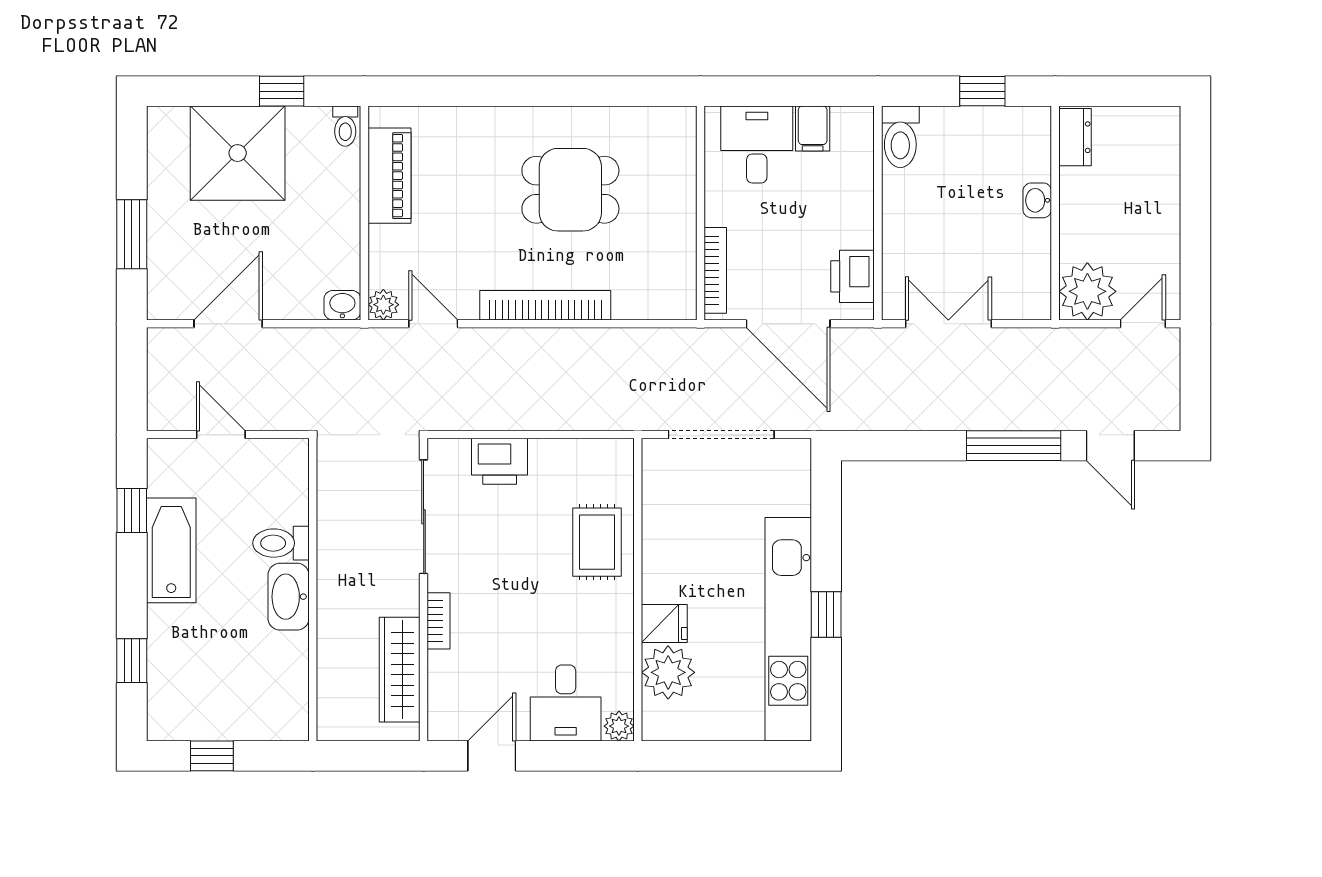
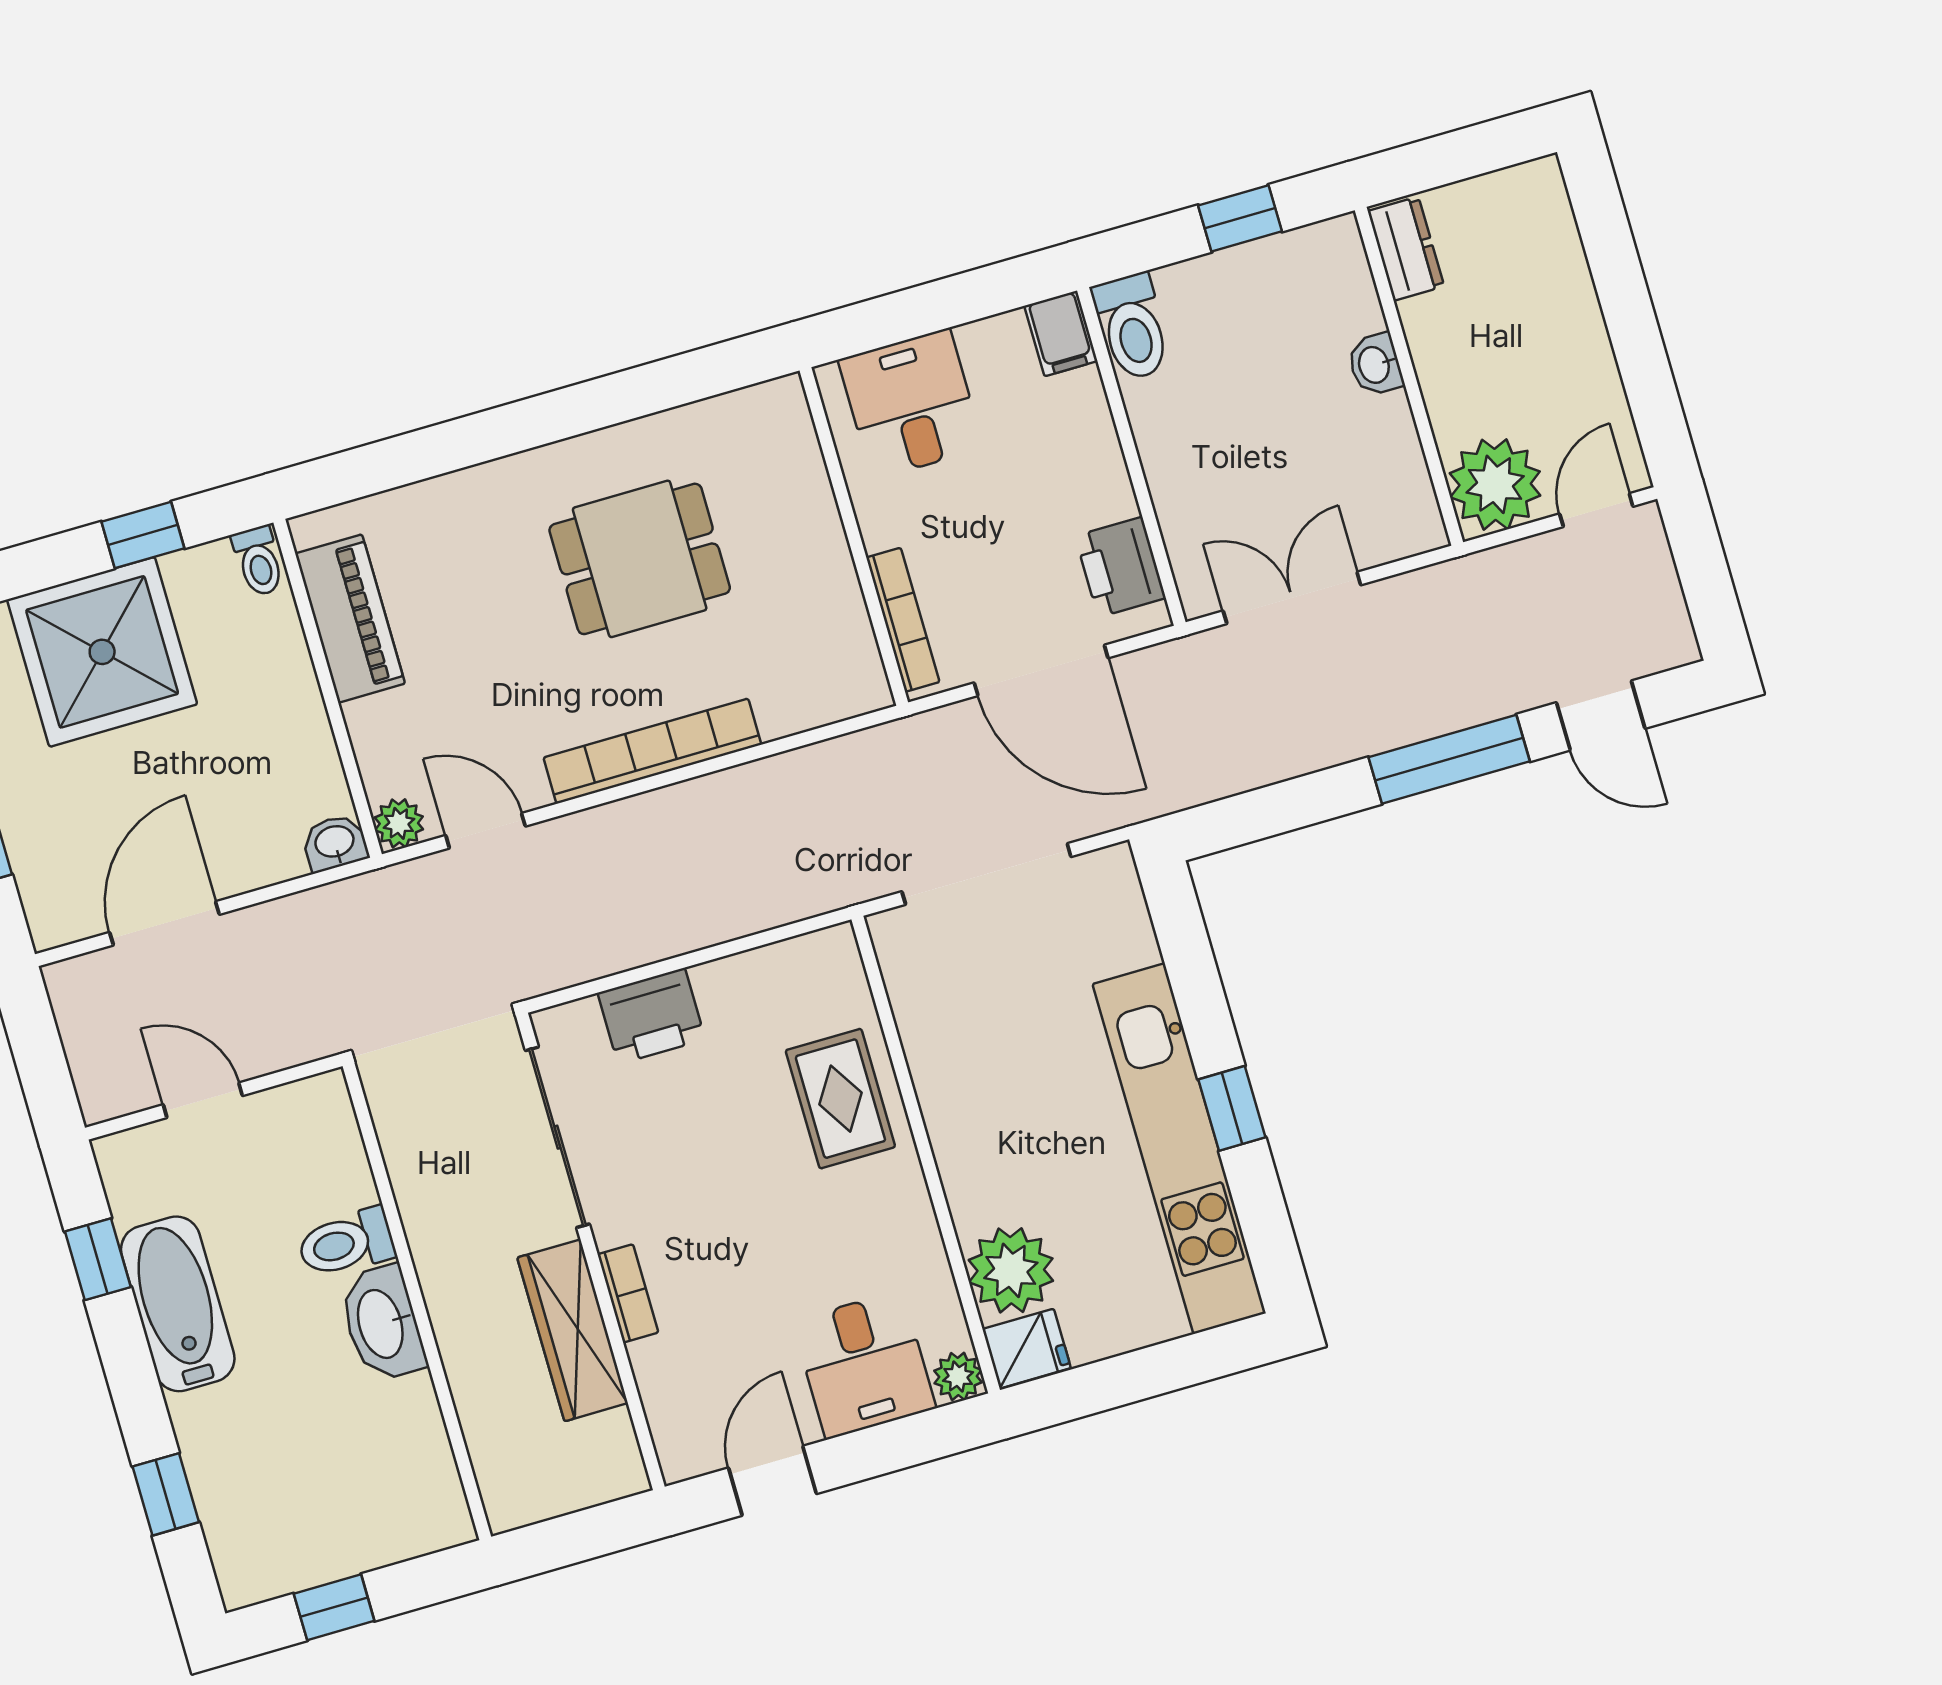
filing cabinet: (813, 128) -> (1061, 333), moved
fridge: (664, 624) -> (1027, 1349), moved
wardrobe: (400, 670) -> (573, 1330), moved

